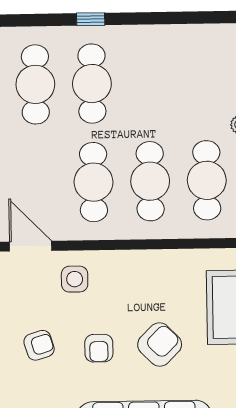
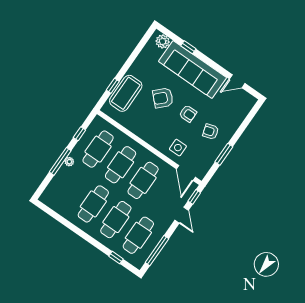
window: (91, 19) -> (116, 258), moved
cafe table: (149, 83) -> (93, 204), added
armchair: (99, 348) -> (188, 114), turned 90

